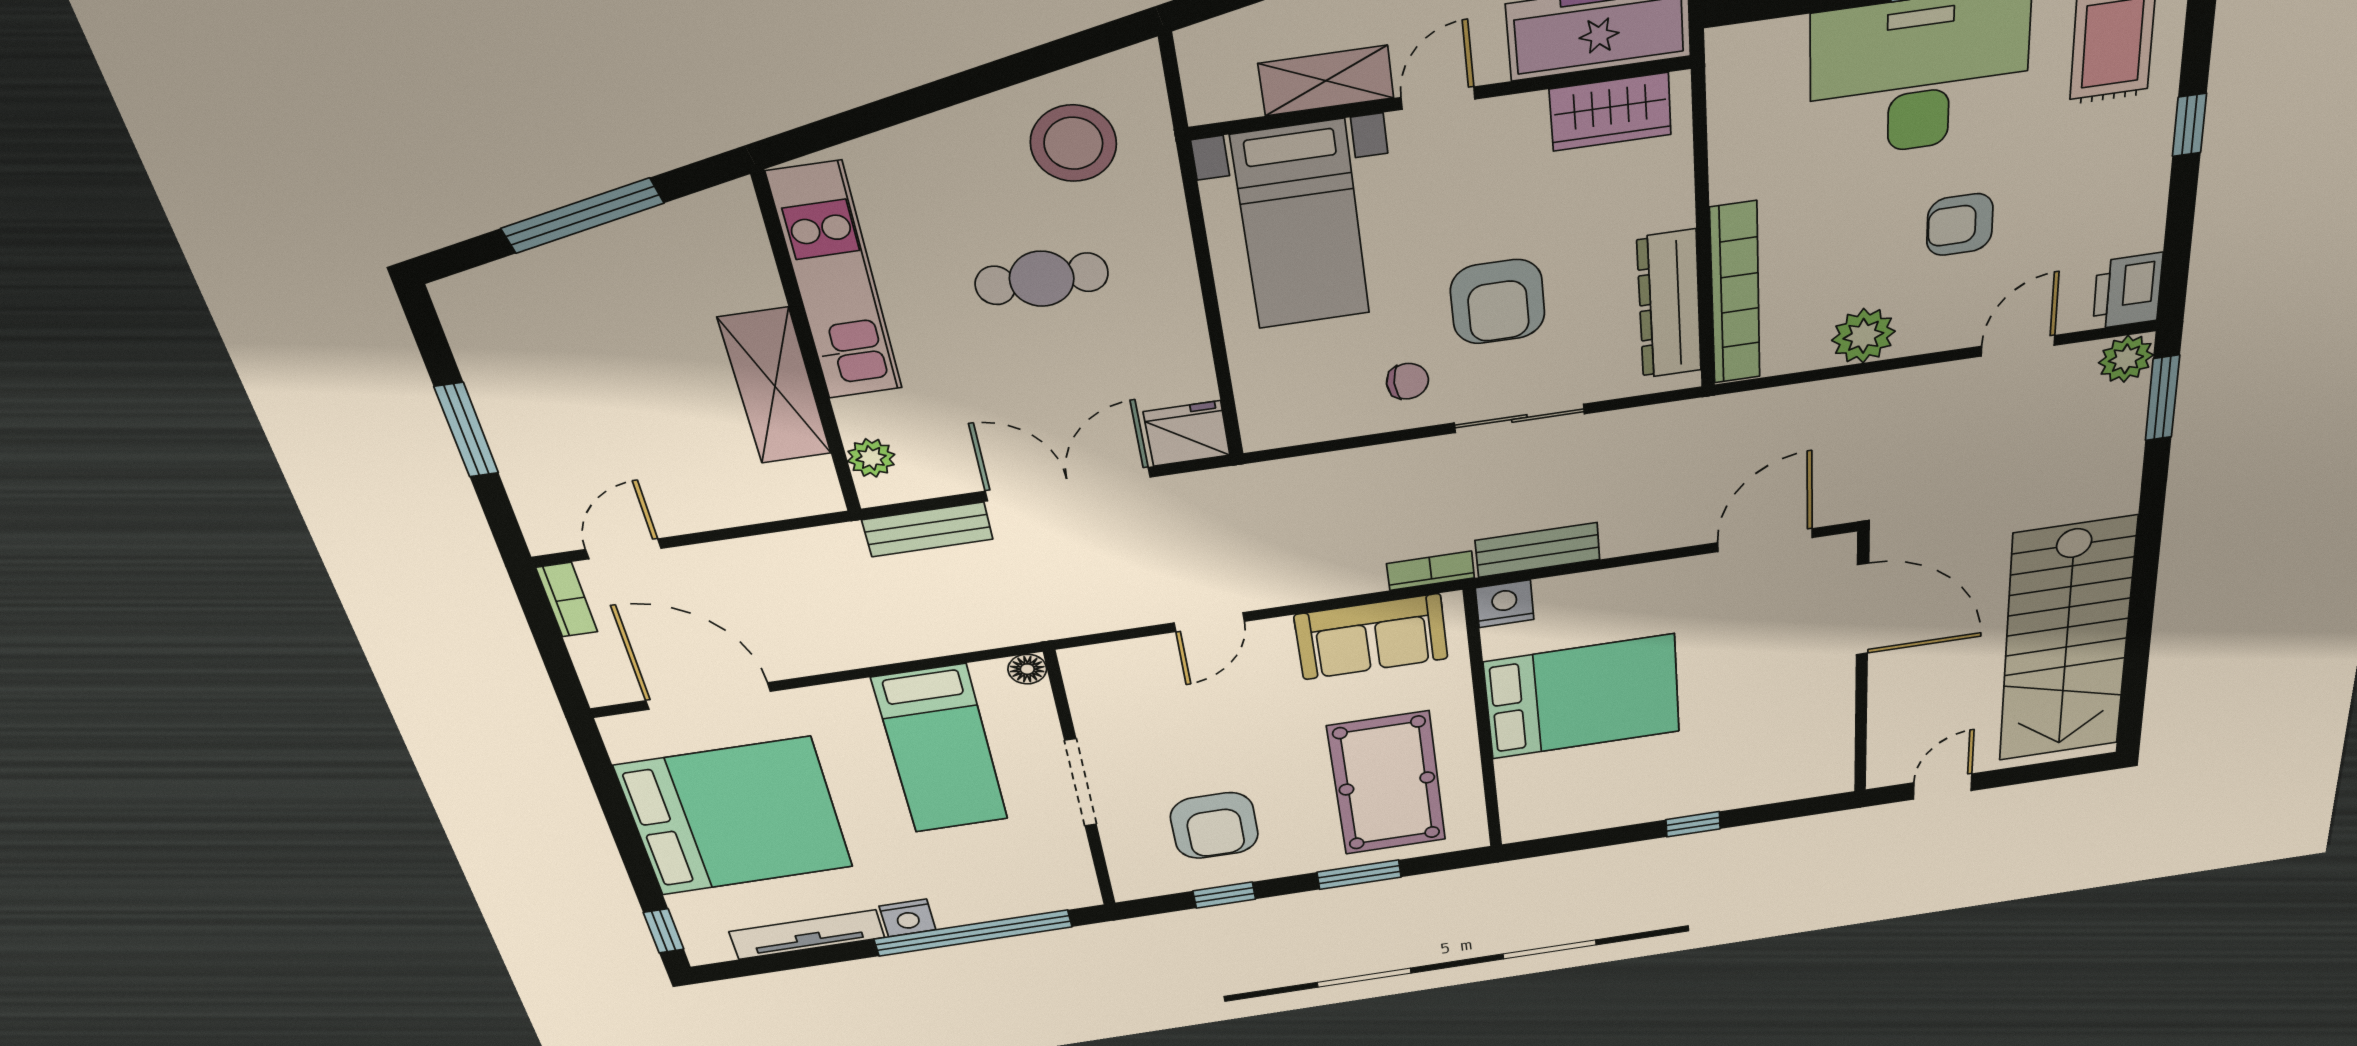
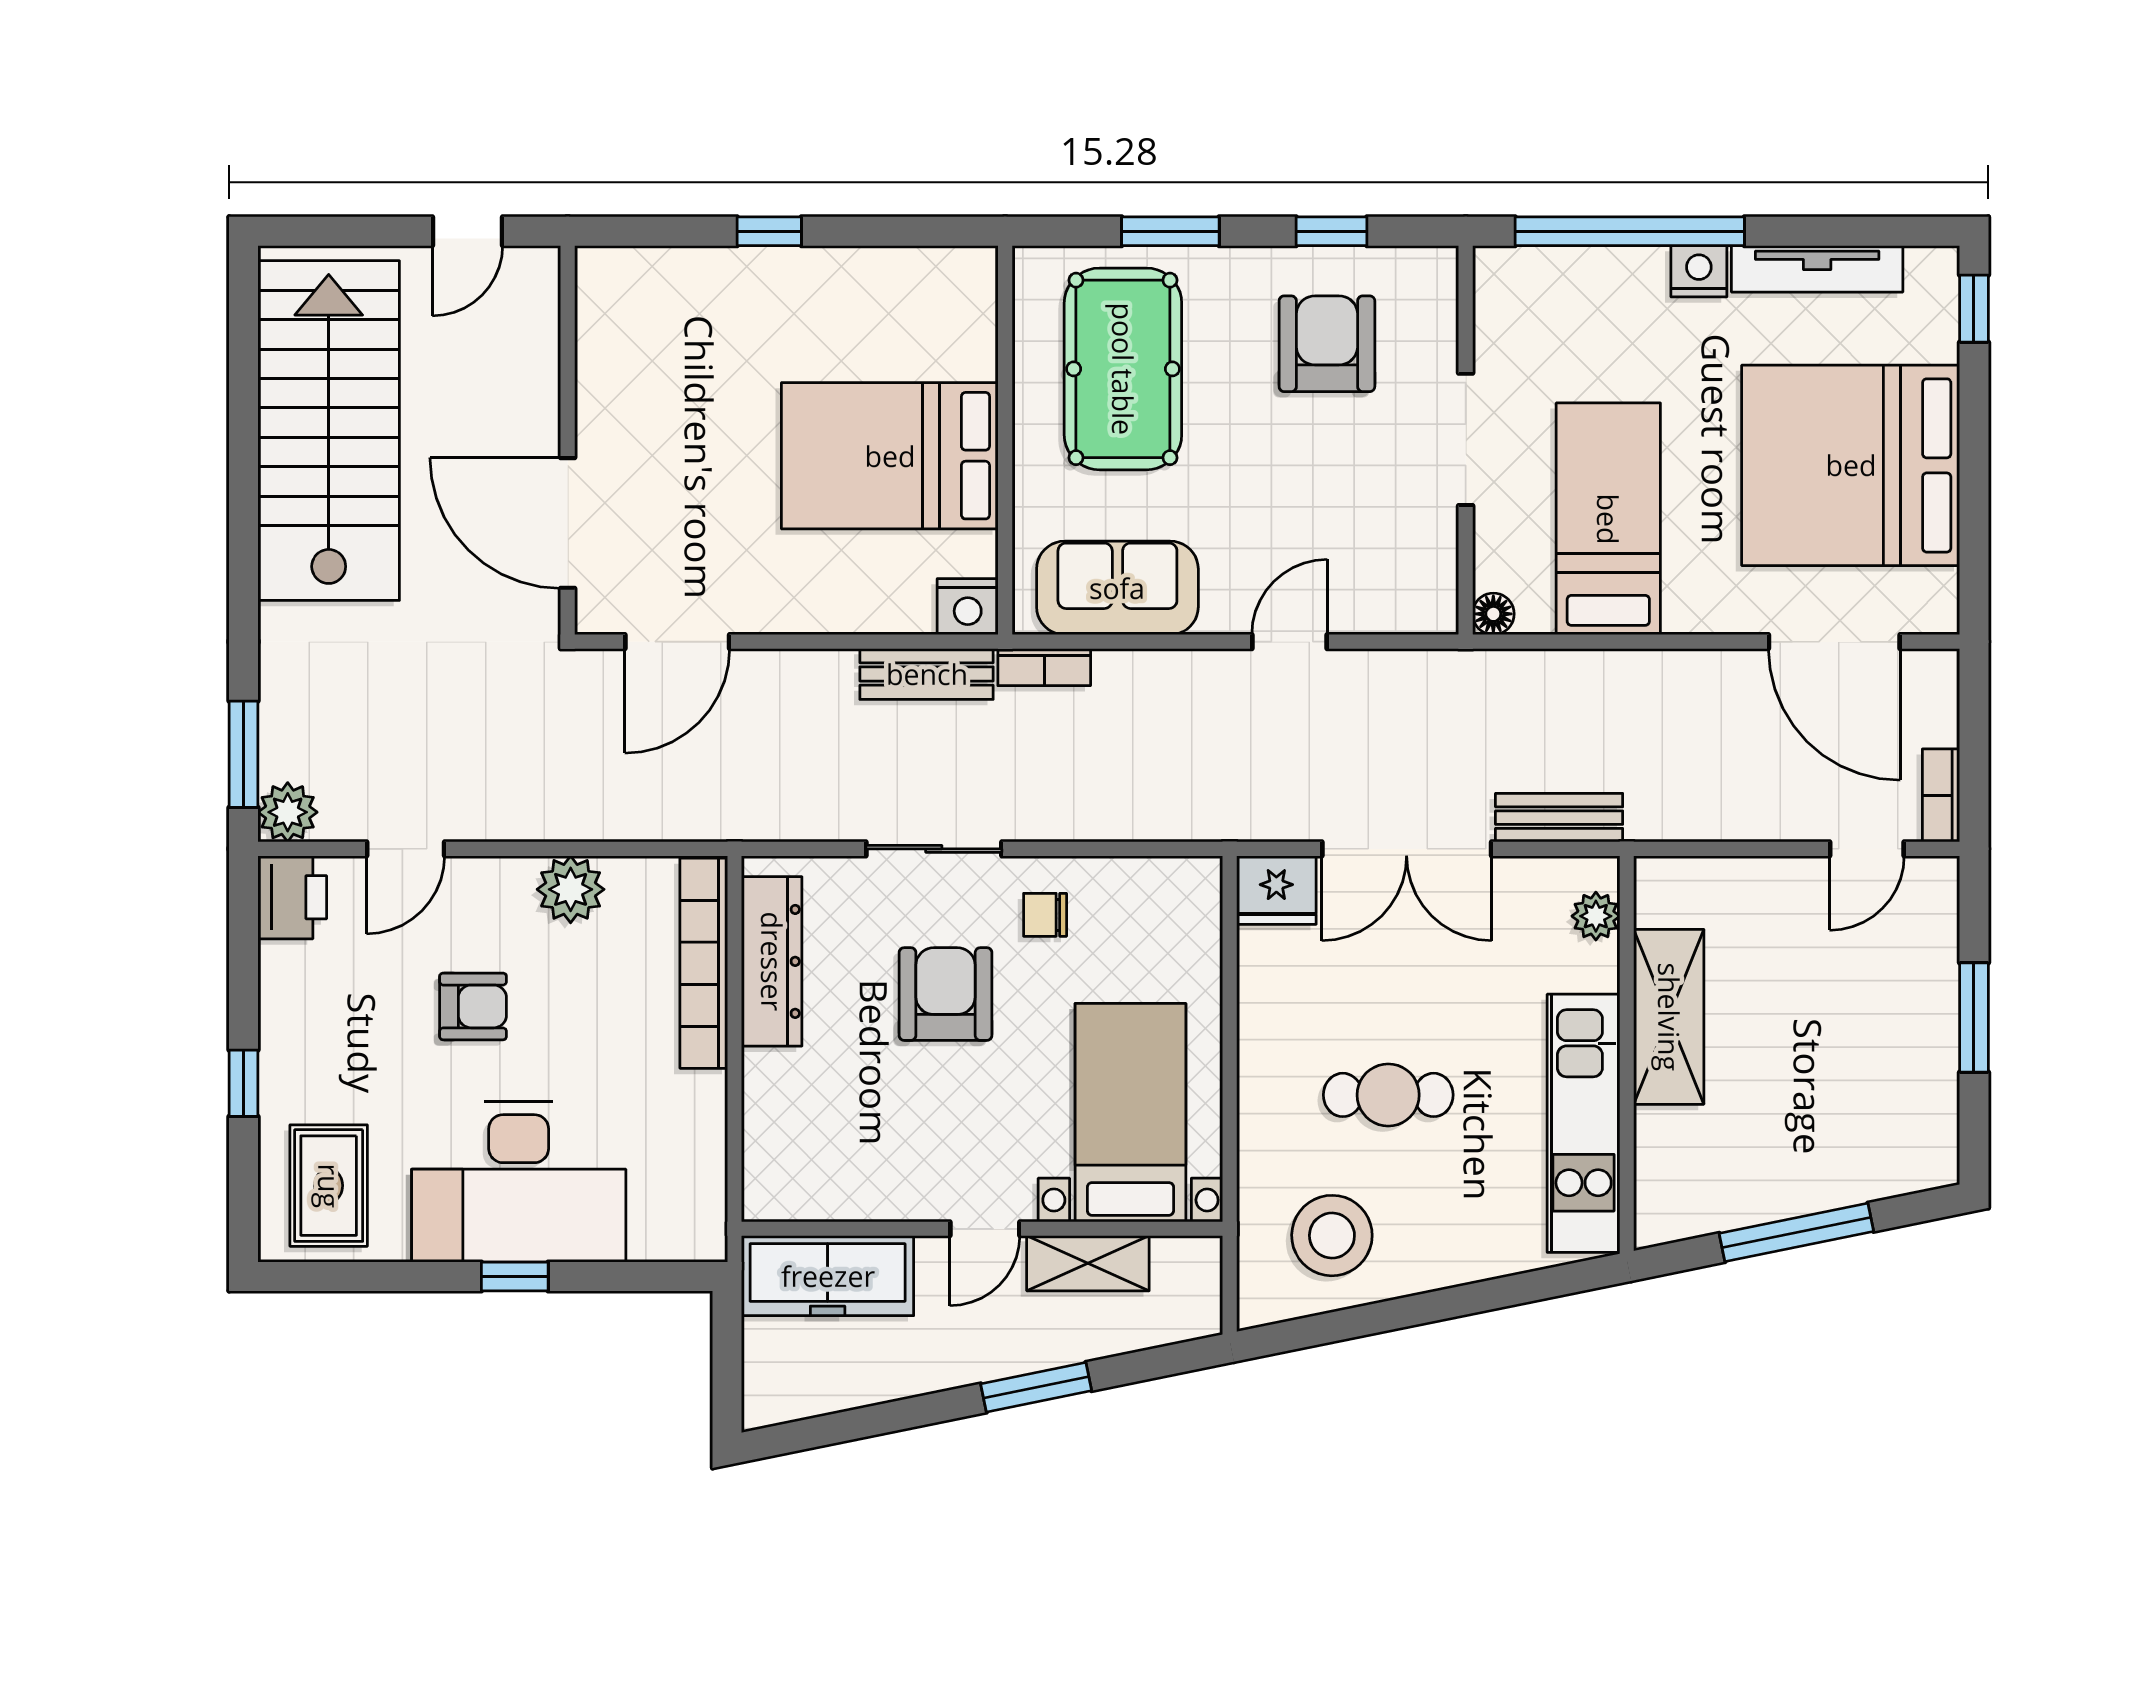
wardrobe: (1610, 112) -> (821, 1188), removed

